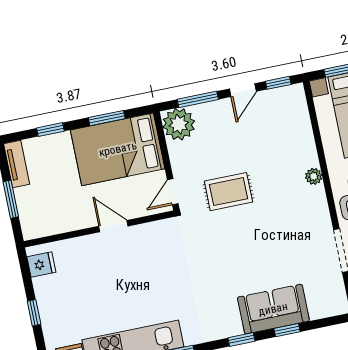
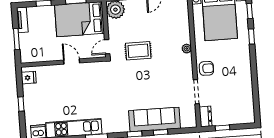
sofa: (273, 309) -> (155, 119), width x1.36

